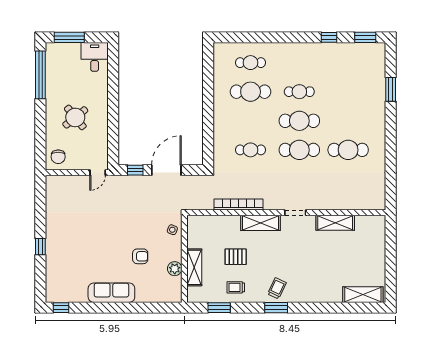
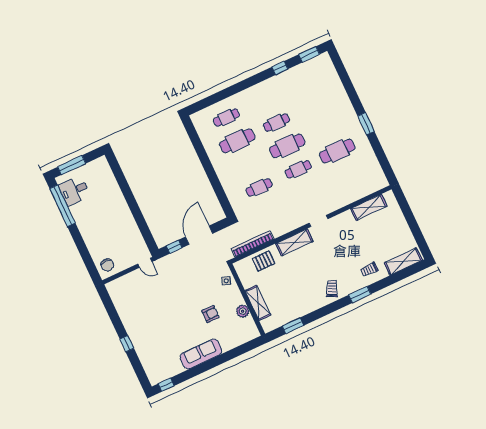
desk: (95, 57) -> (74, 191), moved, turned -90
window: (391, 89) -> (366, 124), moved
round table: (75, 117) -> (106, 227), removed
cafe table: (299, 150) -> (298, 169), width x0.73, depth x0.74
door: (98, 173) -> (145, 263), hinge flipped
bookcase: (239, 204) -> (252, 244), moved
shelving: (335, 223) -> (369, 207), moved
pallet: (236, 257) -> (264, 261), moved
trolley: (236, 287) -> (369, 269), moved
window: (276, 308) -> (360, 294), moved

